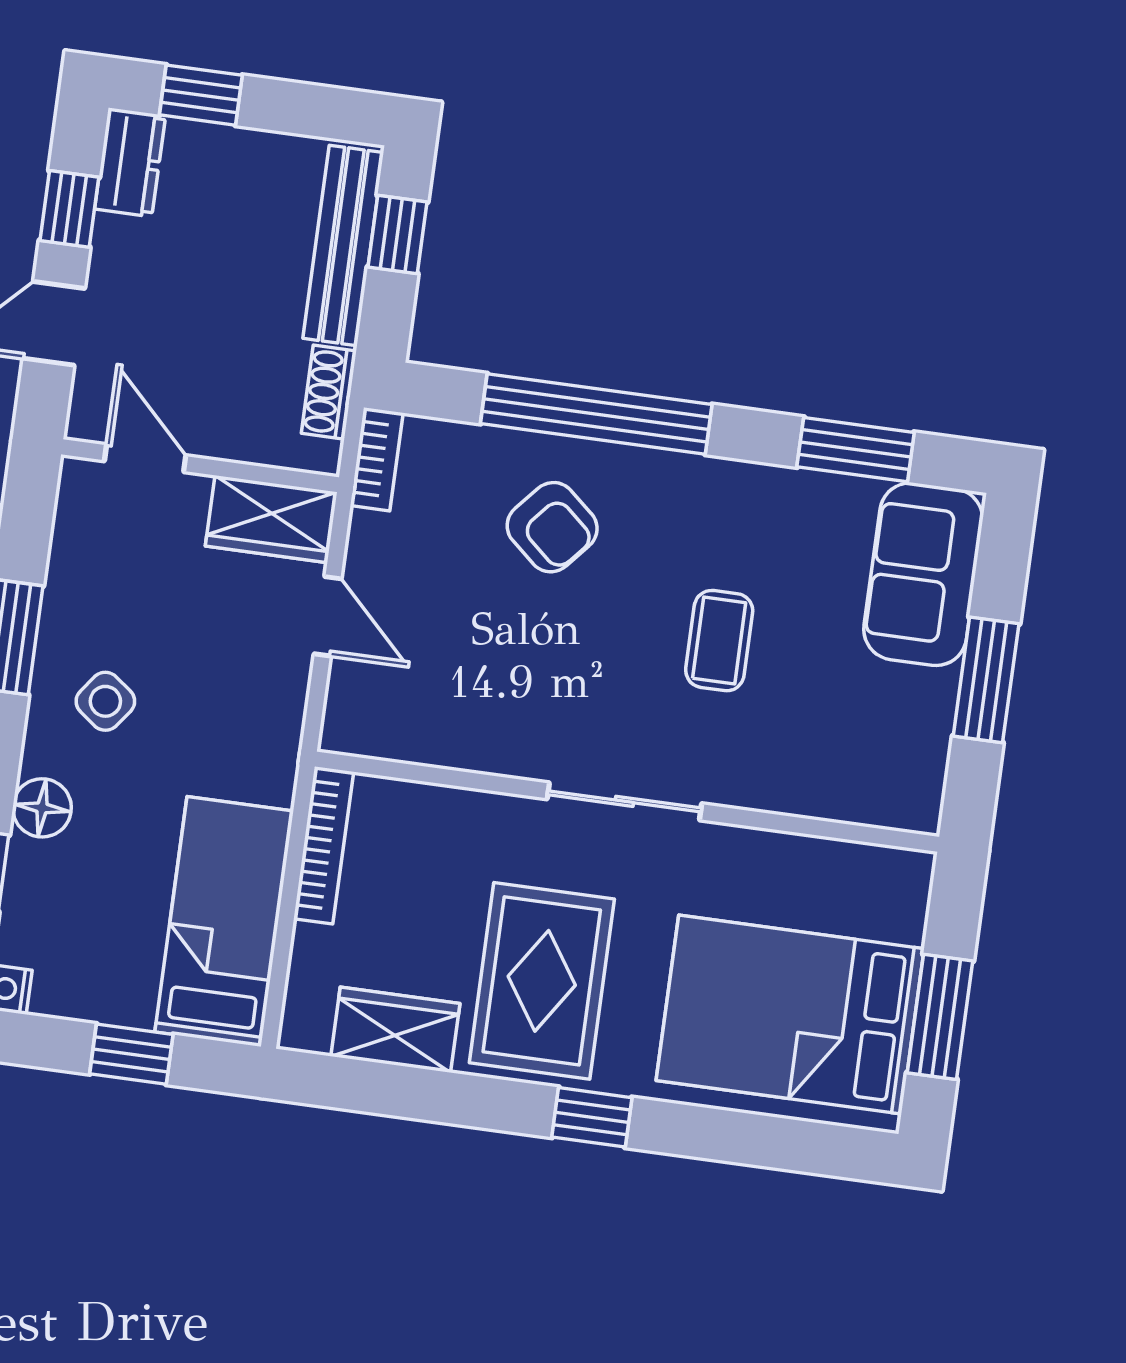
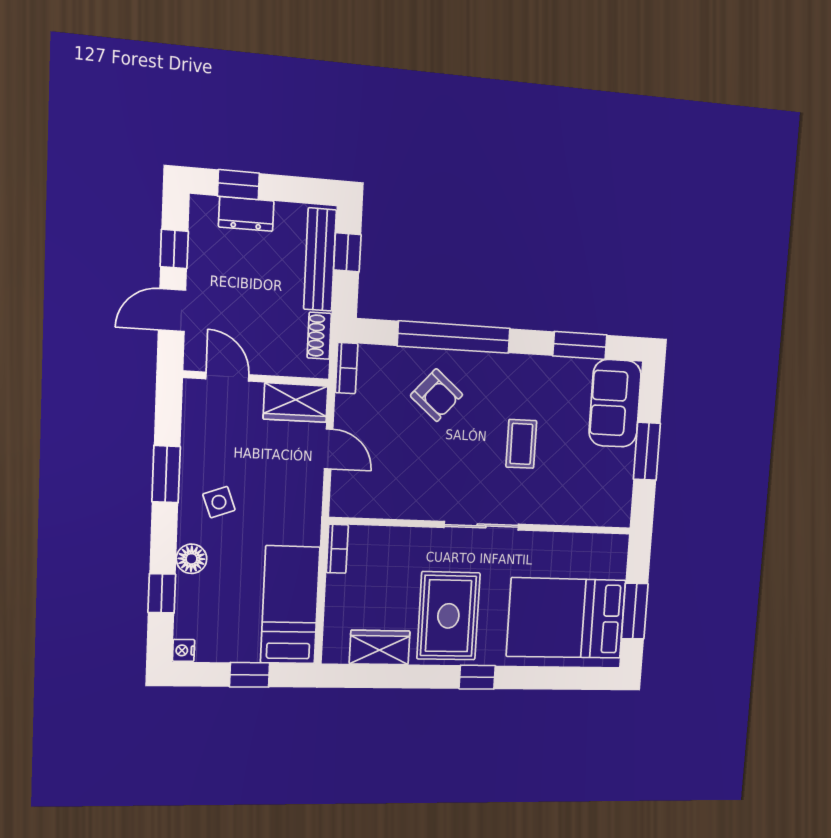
dresser: (130, 162) -> (246, 214), moved, turned 90
side table: (105, 701) -> (219, 502), turned 33
bookcase: (324, 845) -> (337, 549), width x0.64

